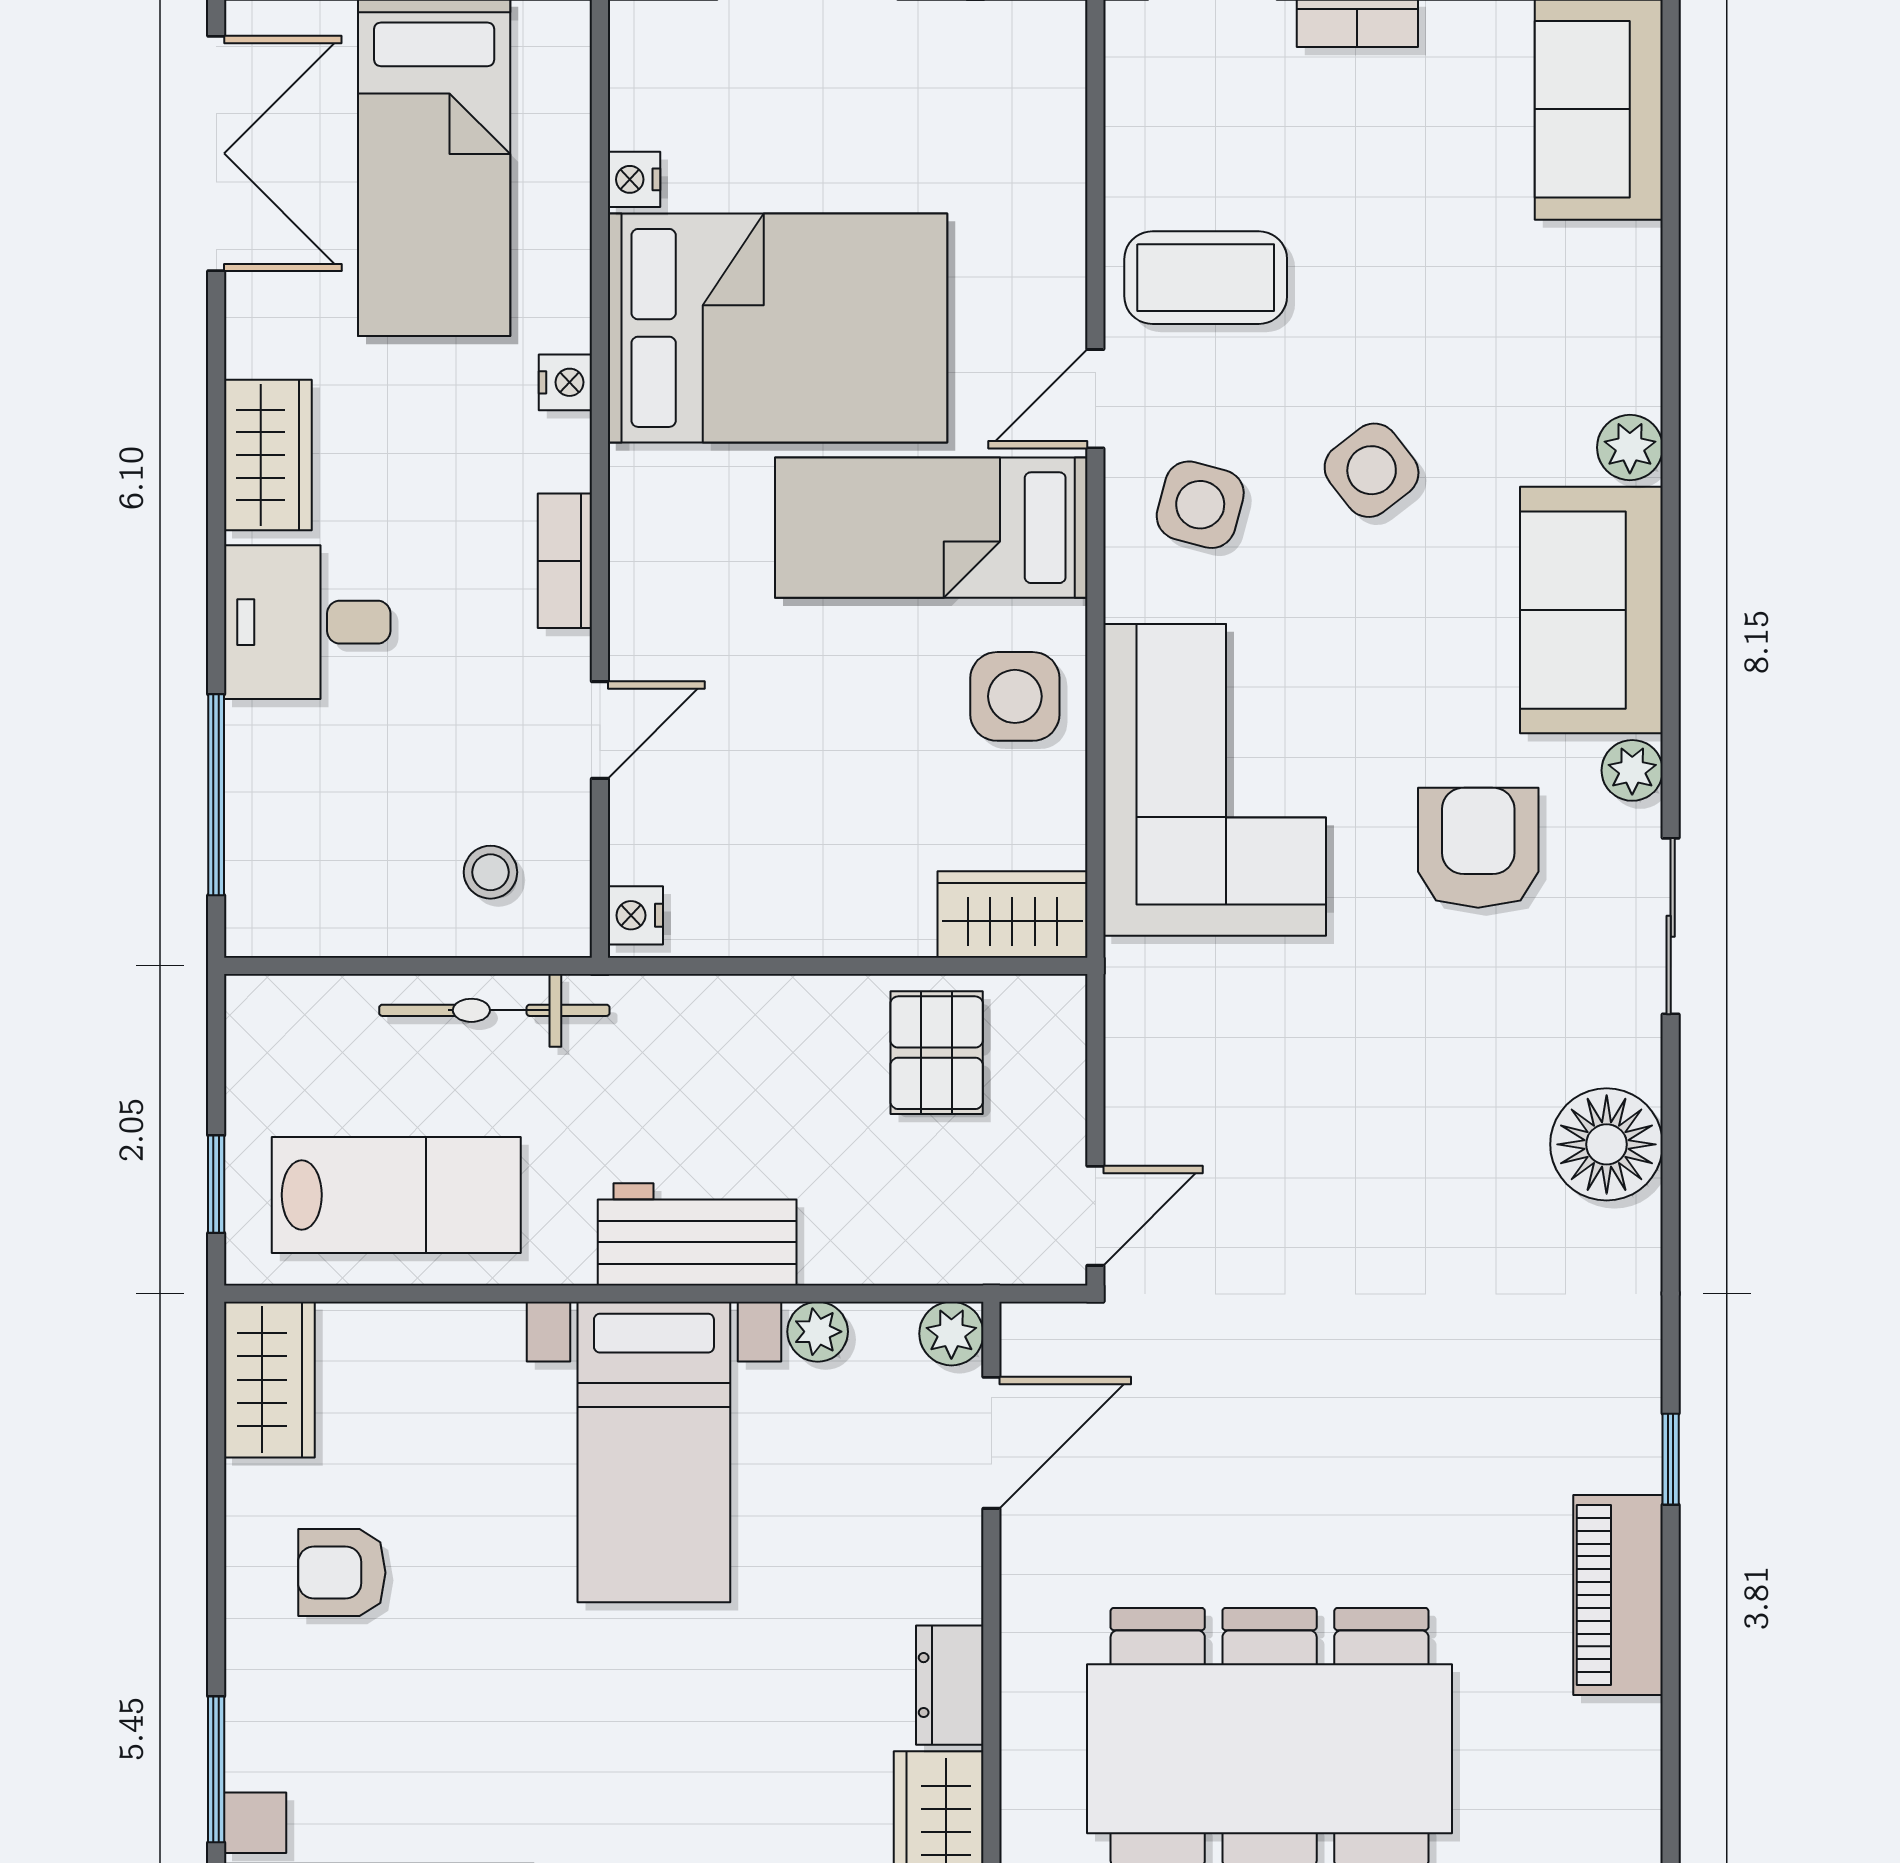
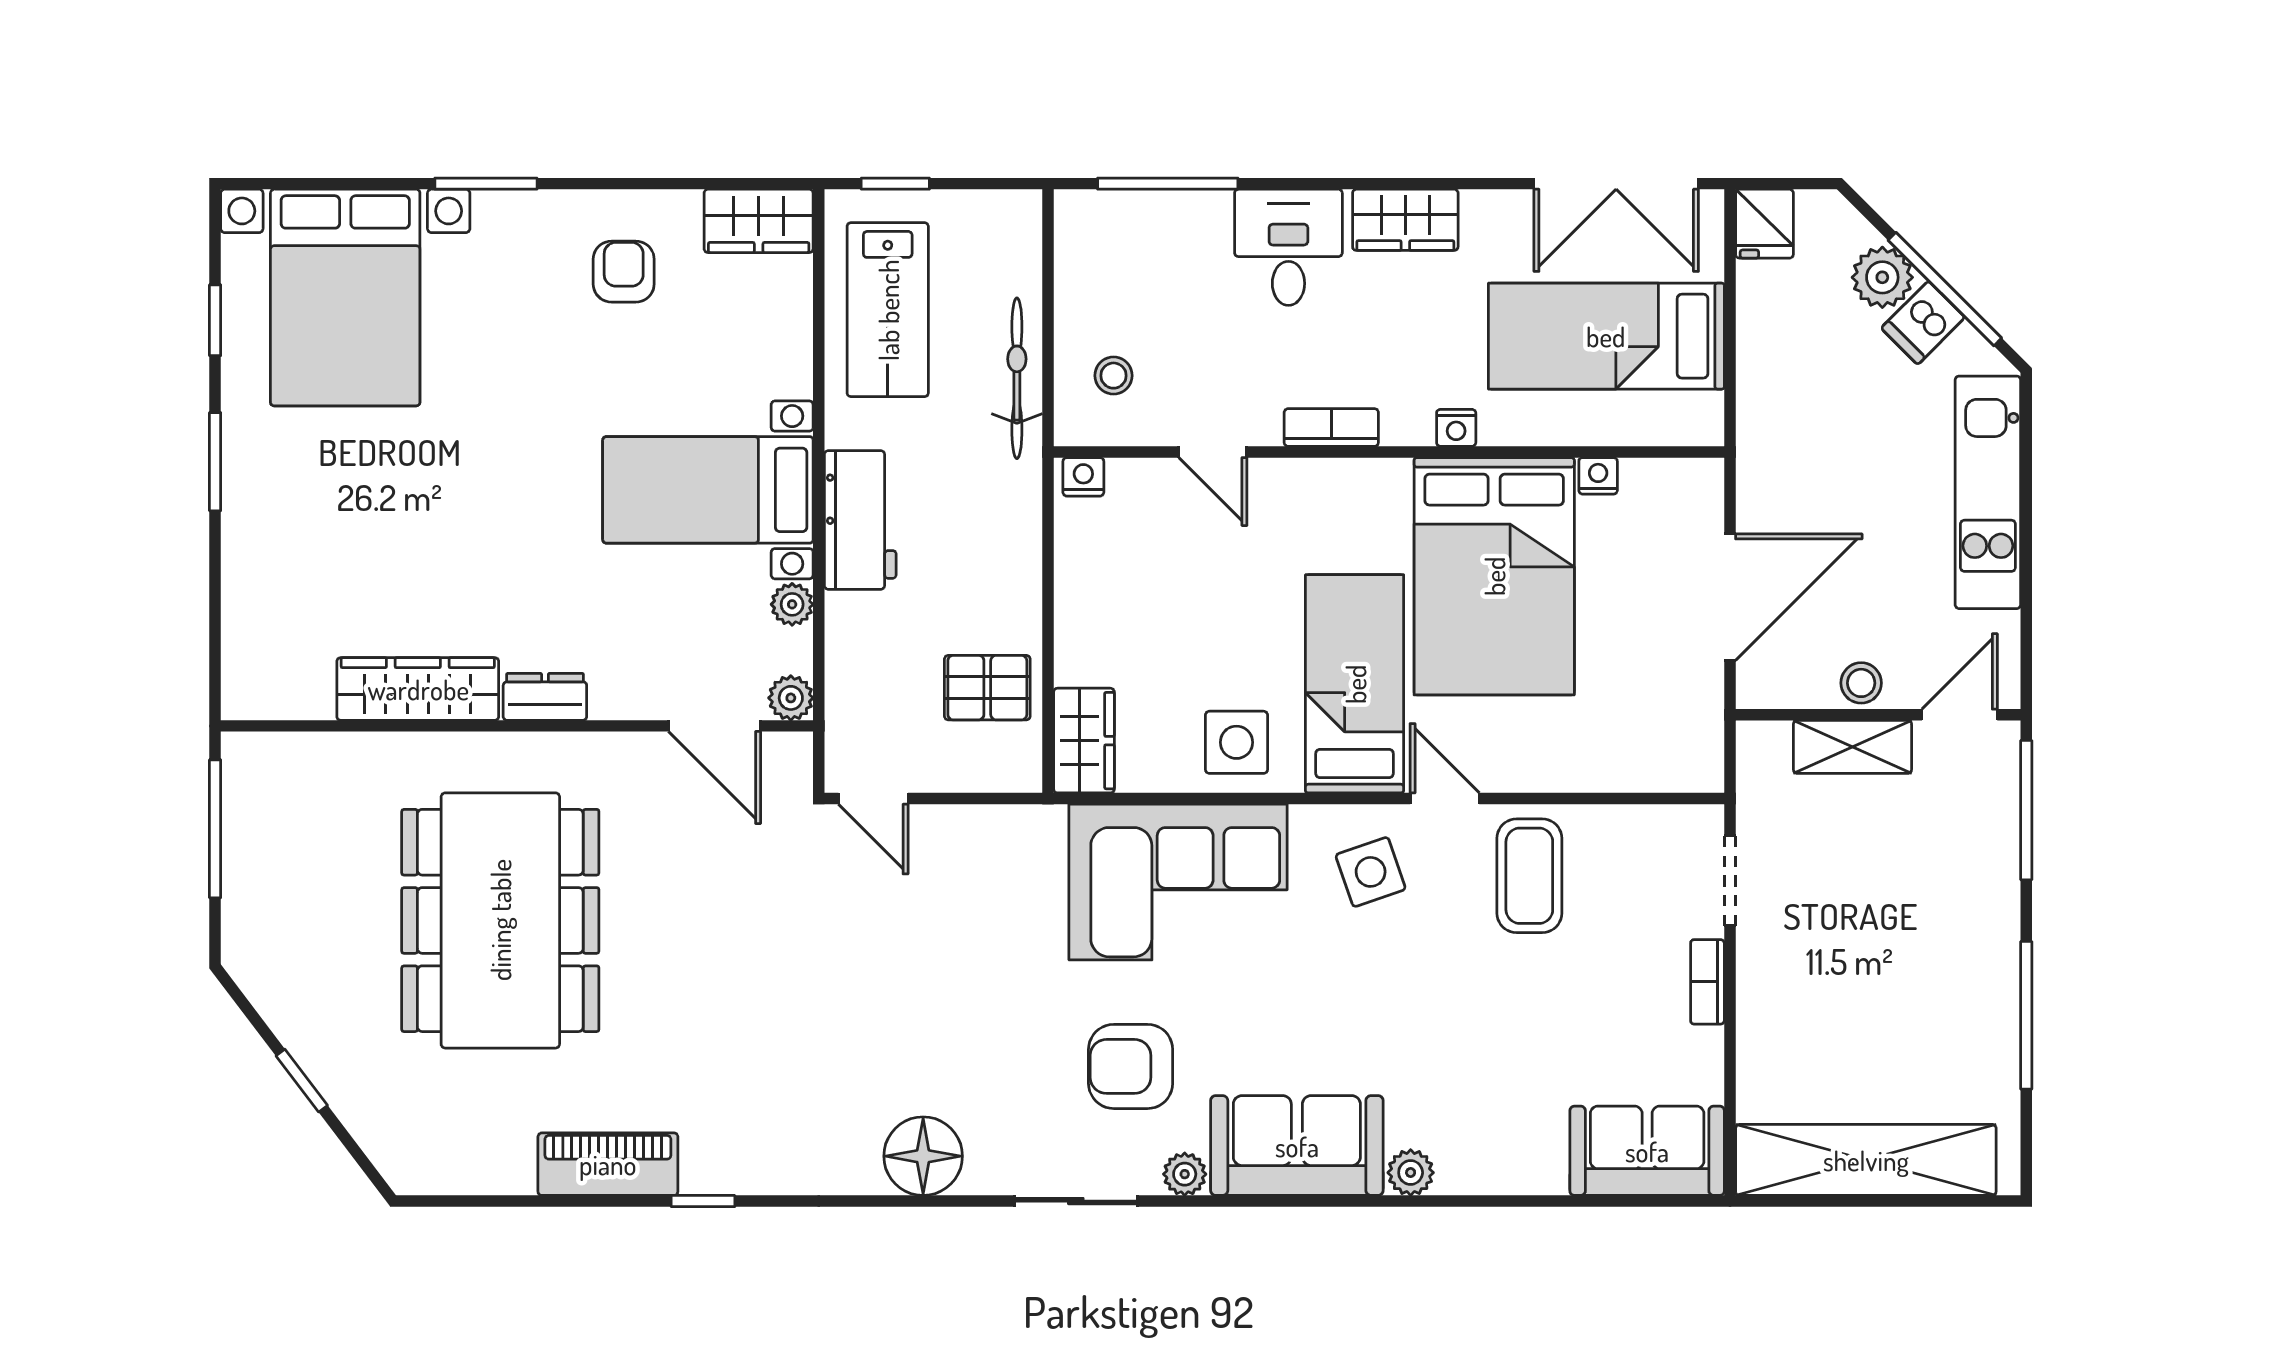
side table: (1372, 470) -> (1395, 992), removed
side table: (1200, 505) -> (1371, 872), turned -34
armchair: (1478, 848) -> (1131, 1066), turned 180

